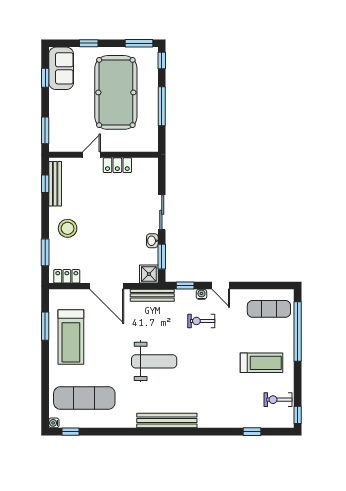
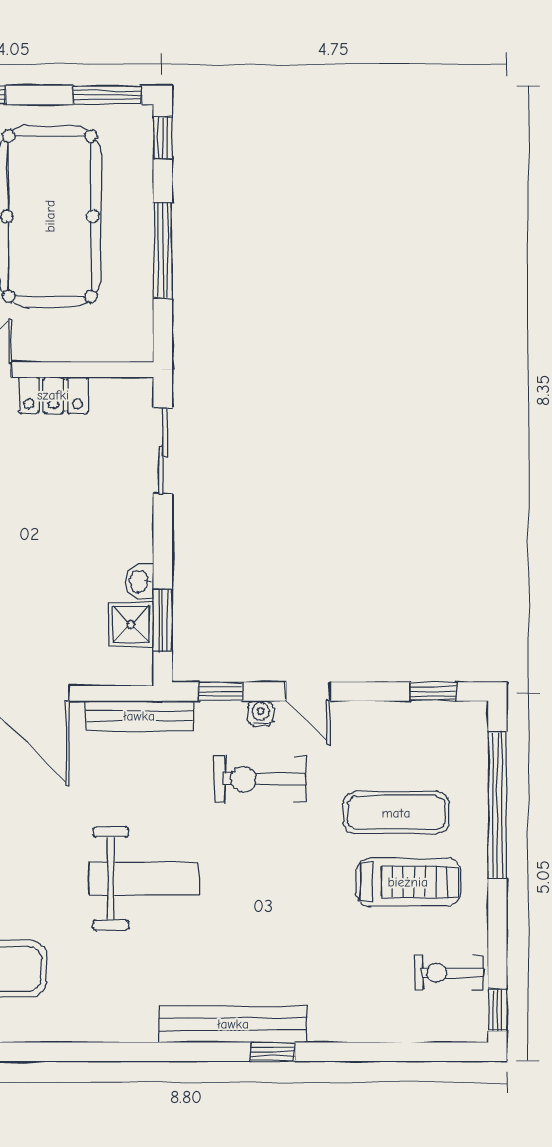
sliding door: (162, 212) -> (163, 451), moved
shower: (149, 274) -> (131, 624), moved
window: (272, 285) -> (433, 692), added
exercise mat: (269, 309) -> (396, 813), moved
exercise bike: (201, 321) -> (260, 779), width x1.38, depth x1.39
bench: (167, 421) -> (233, 1024), moved
window: (252, 432) -> (273, 1052), moved

